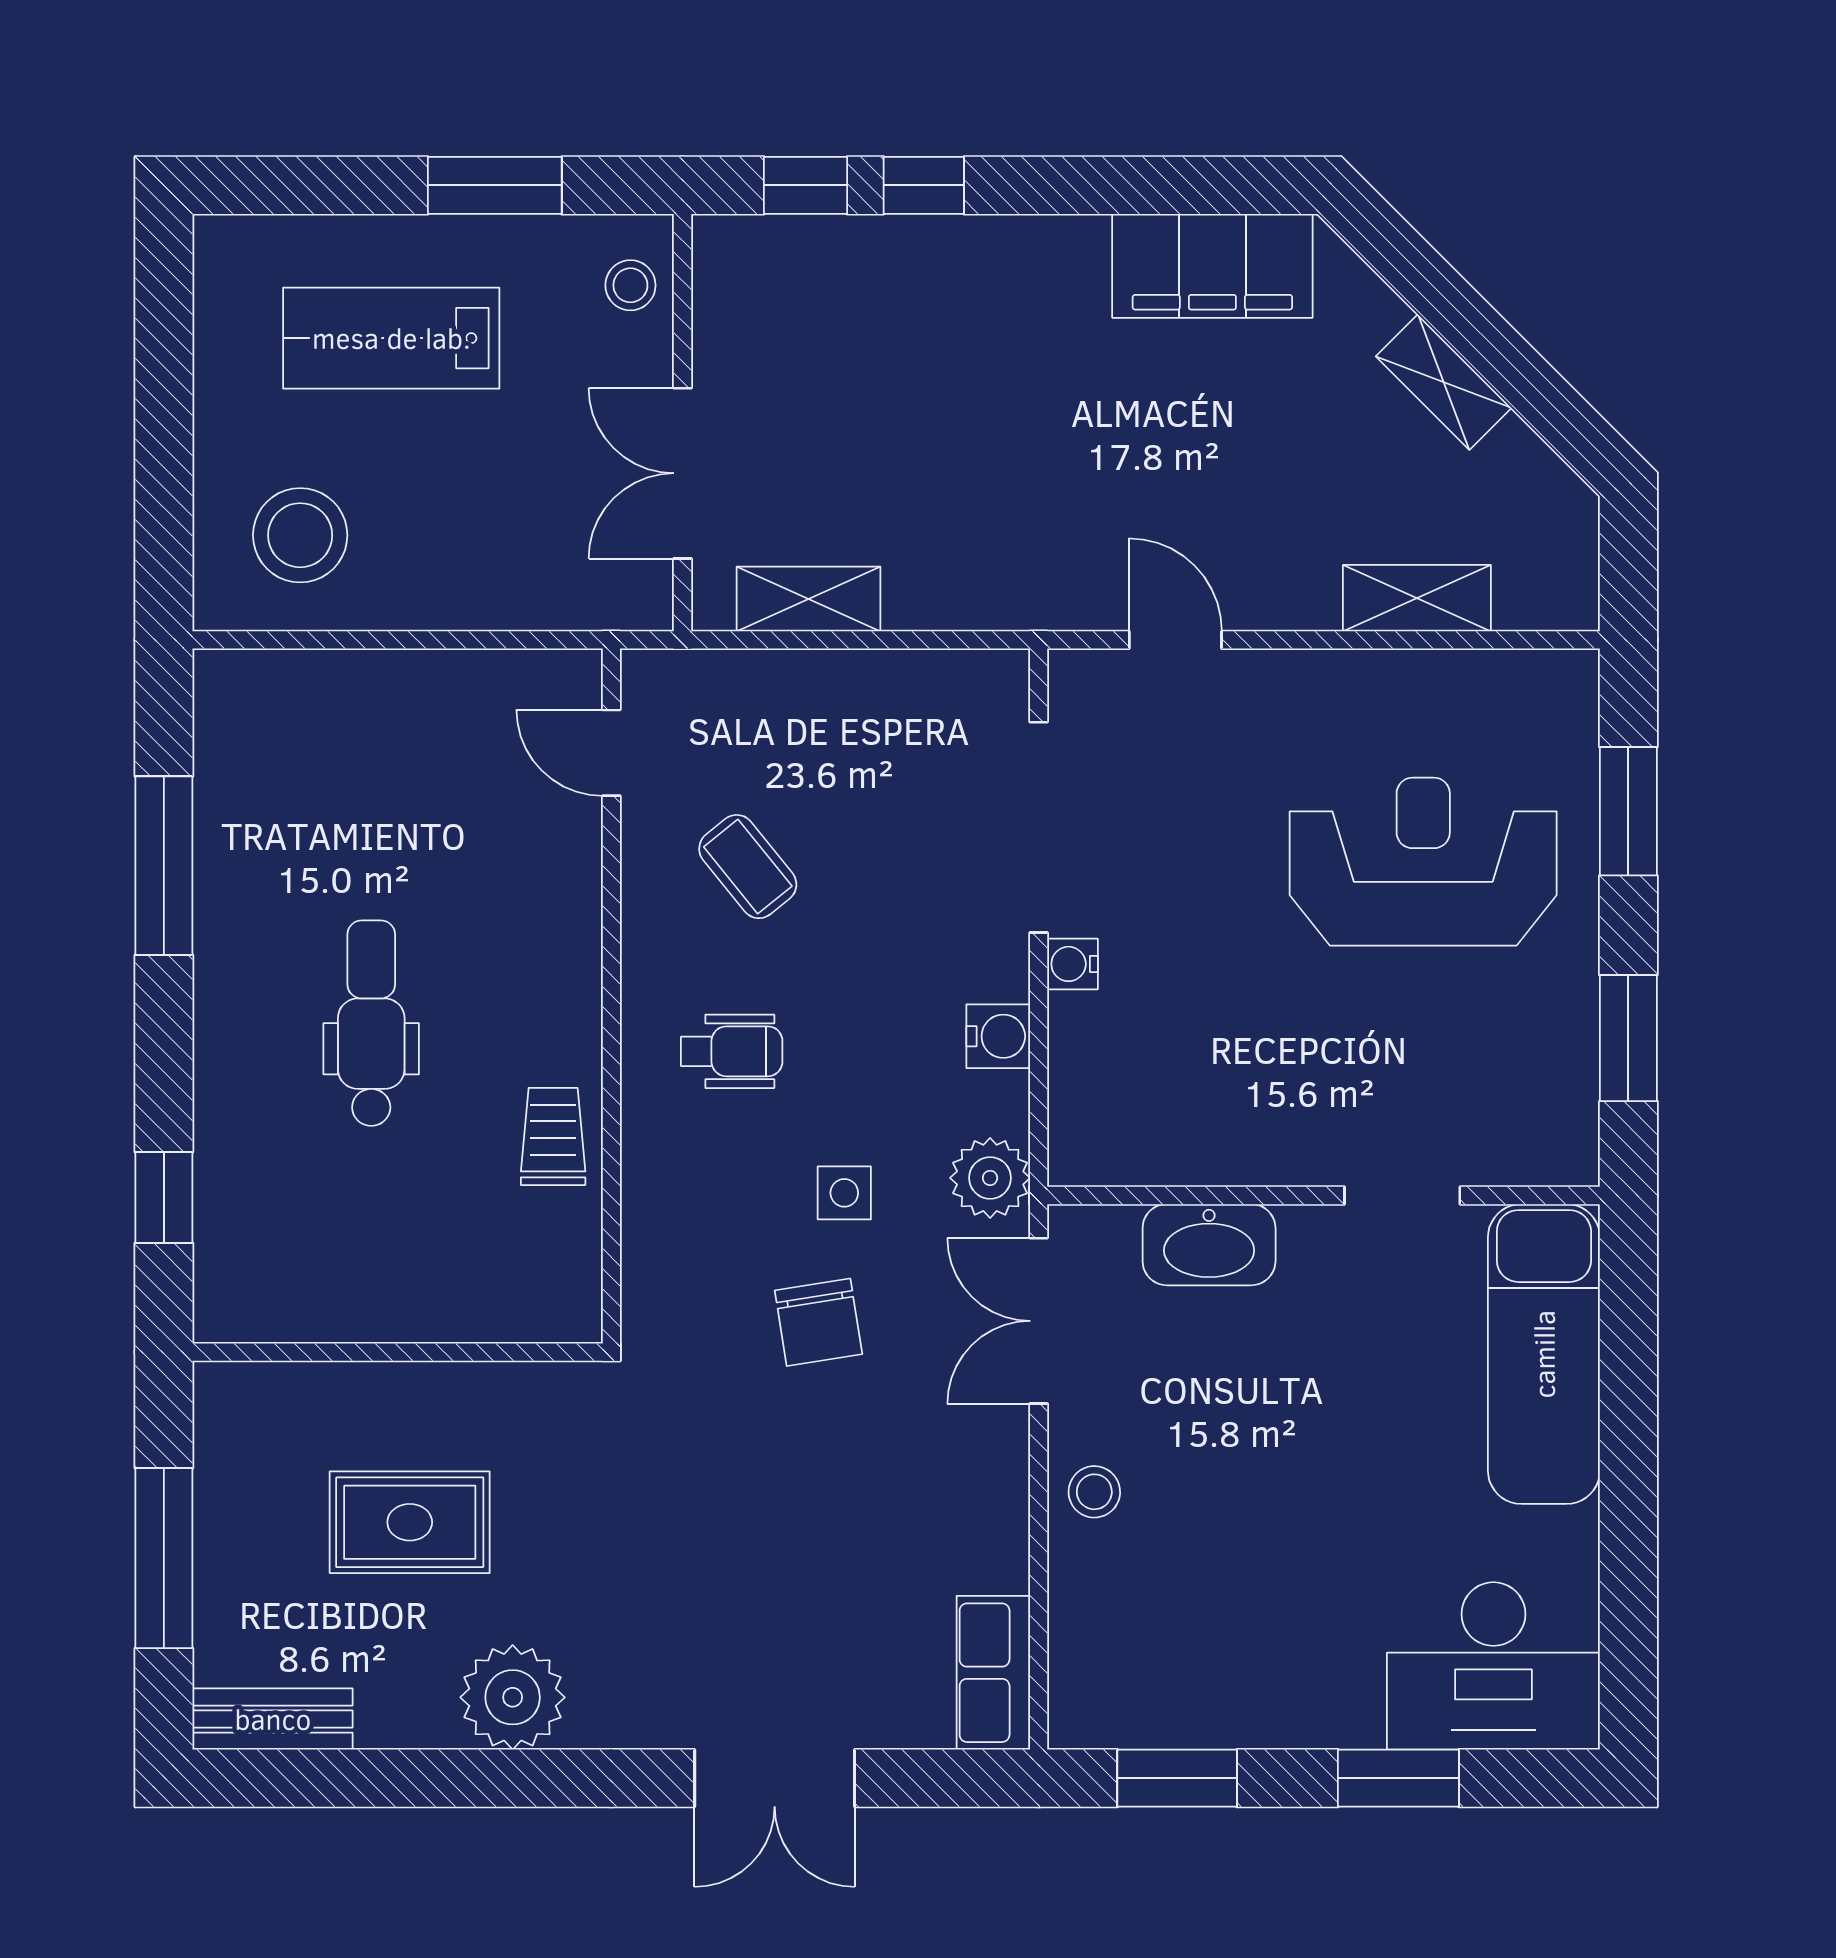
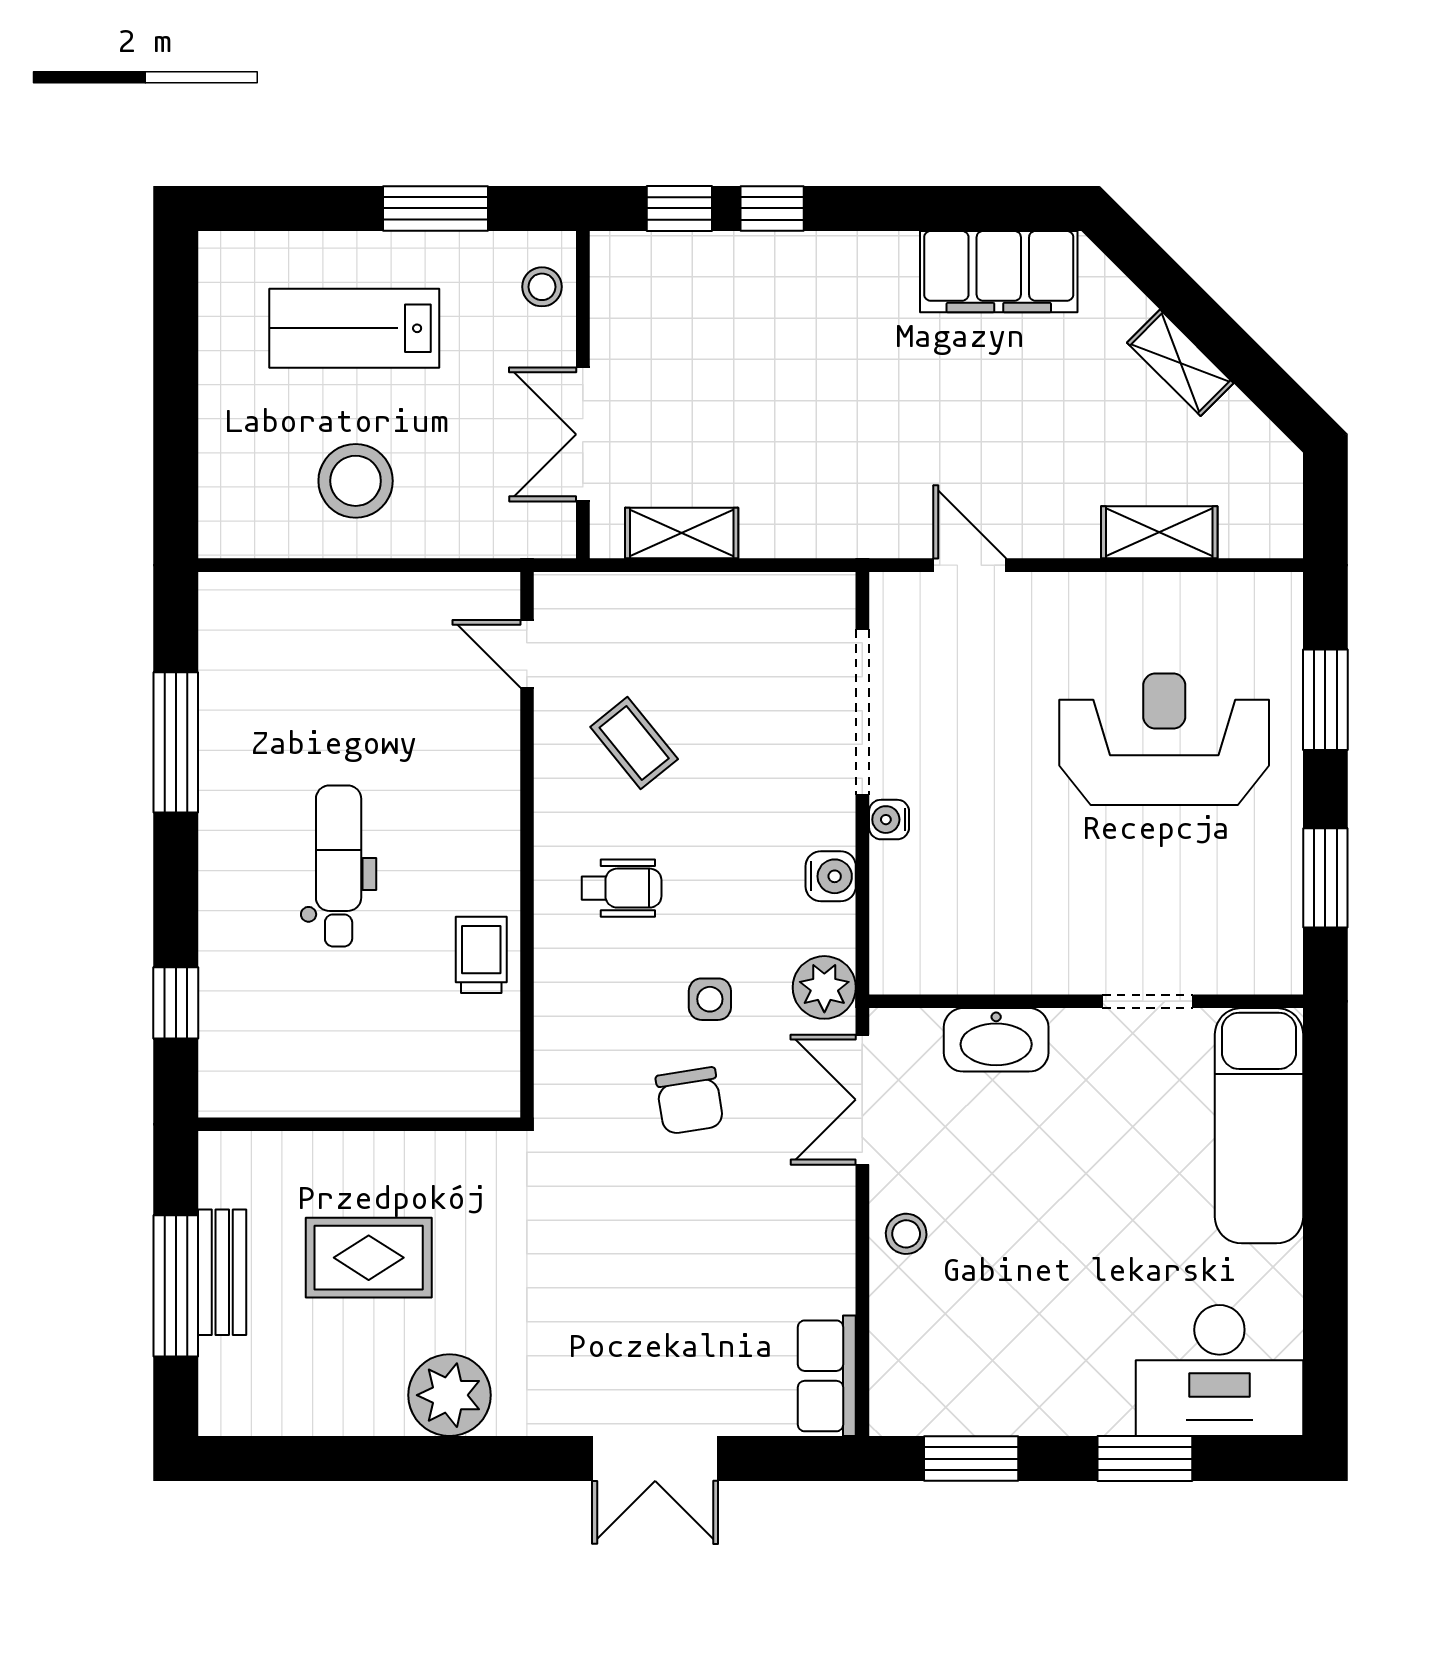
stool: (300, 535) -> (356, 481), moved
bench: (273, 1719) -> (222, 1272), moved, turned 90

